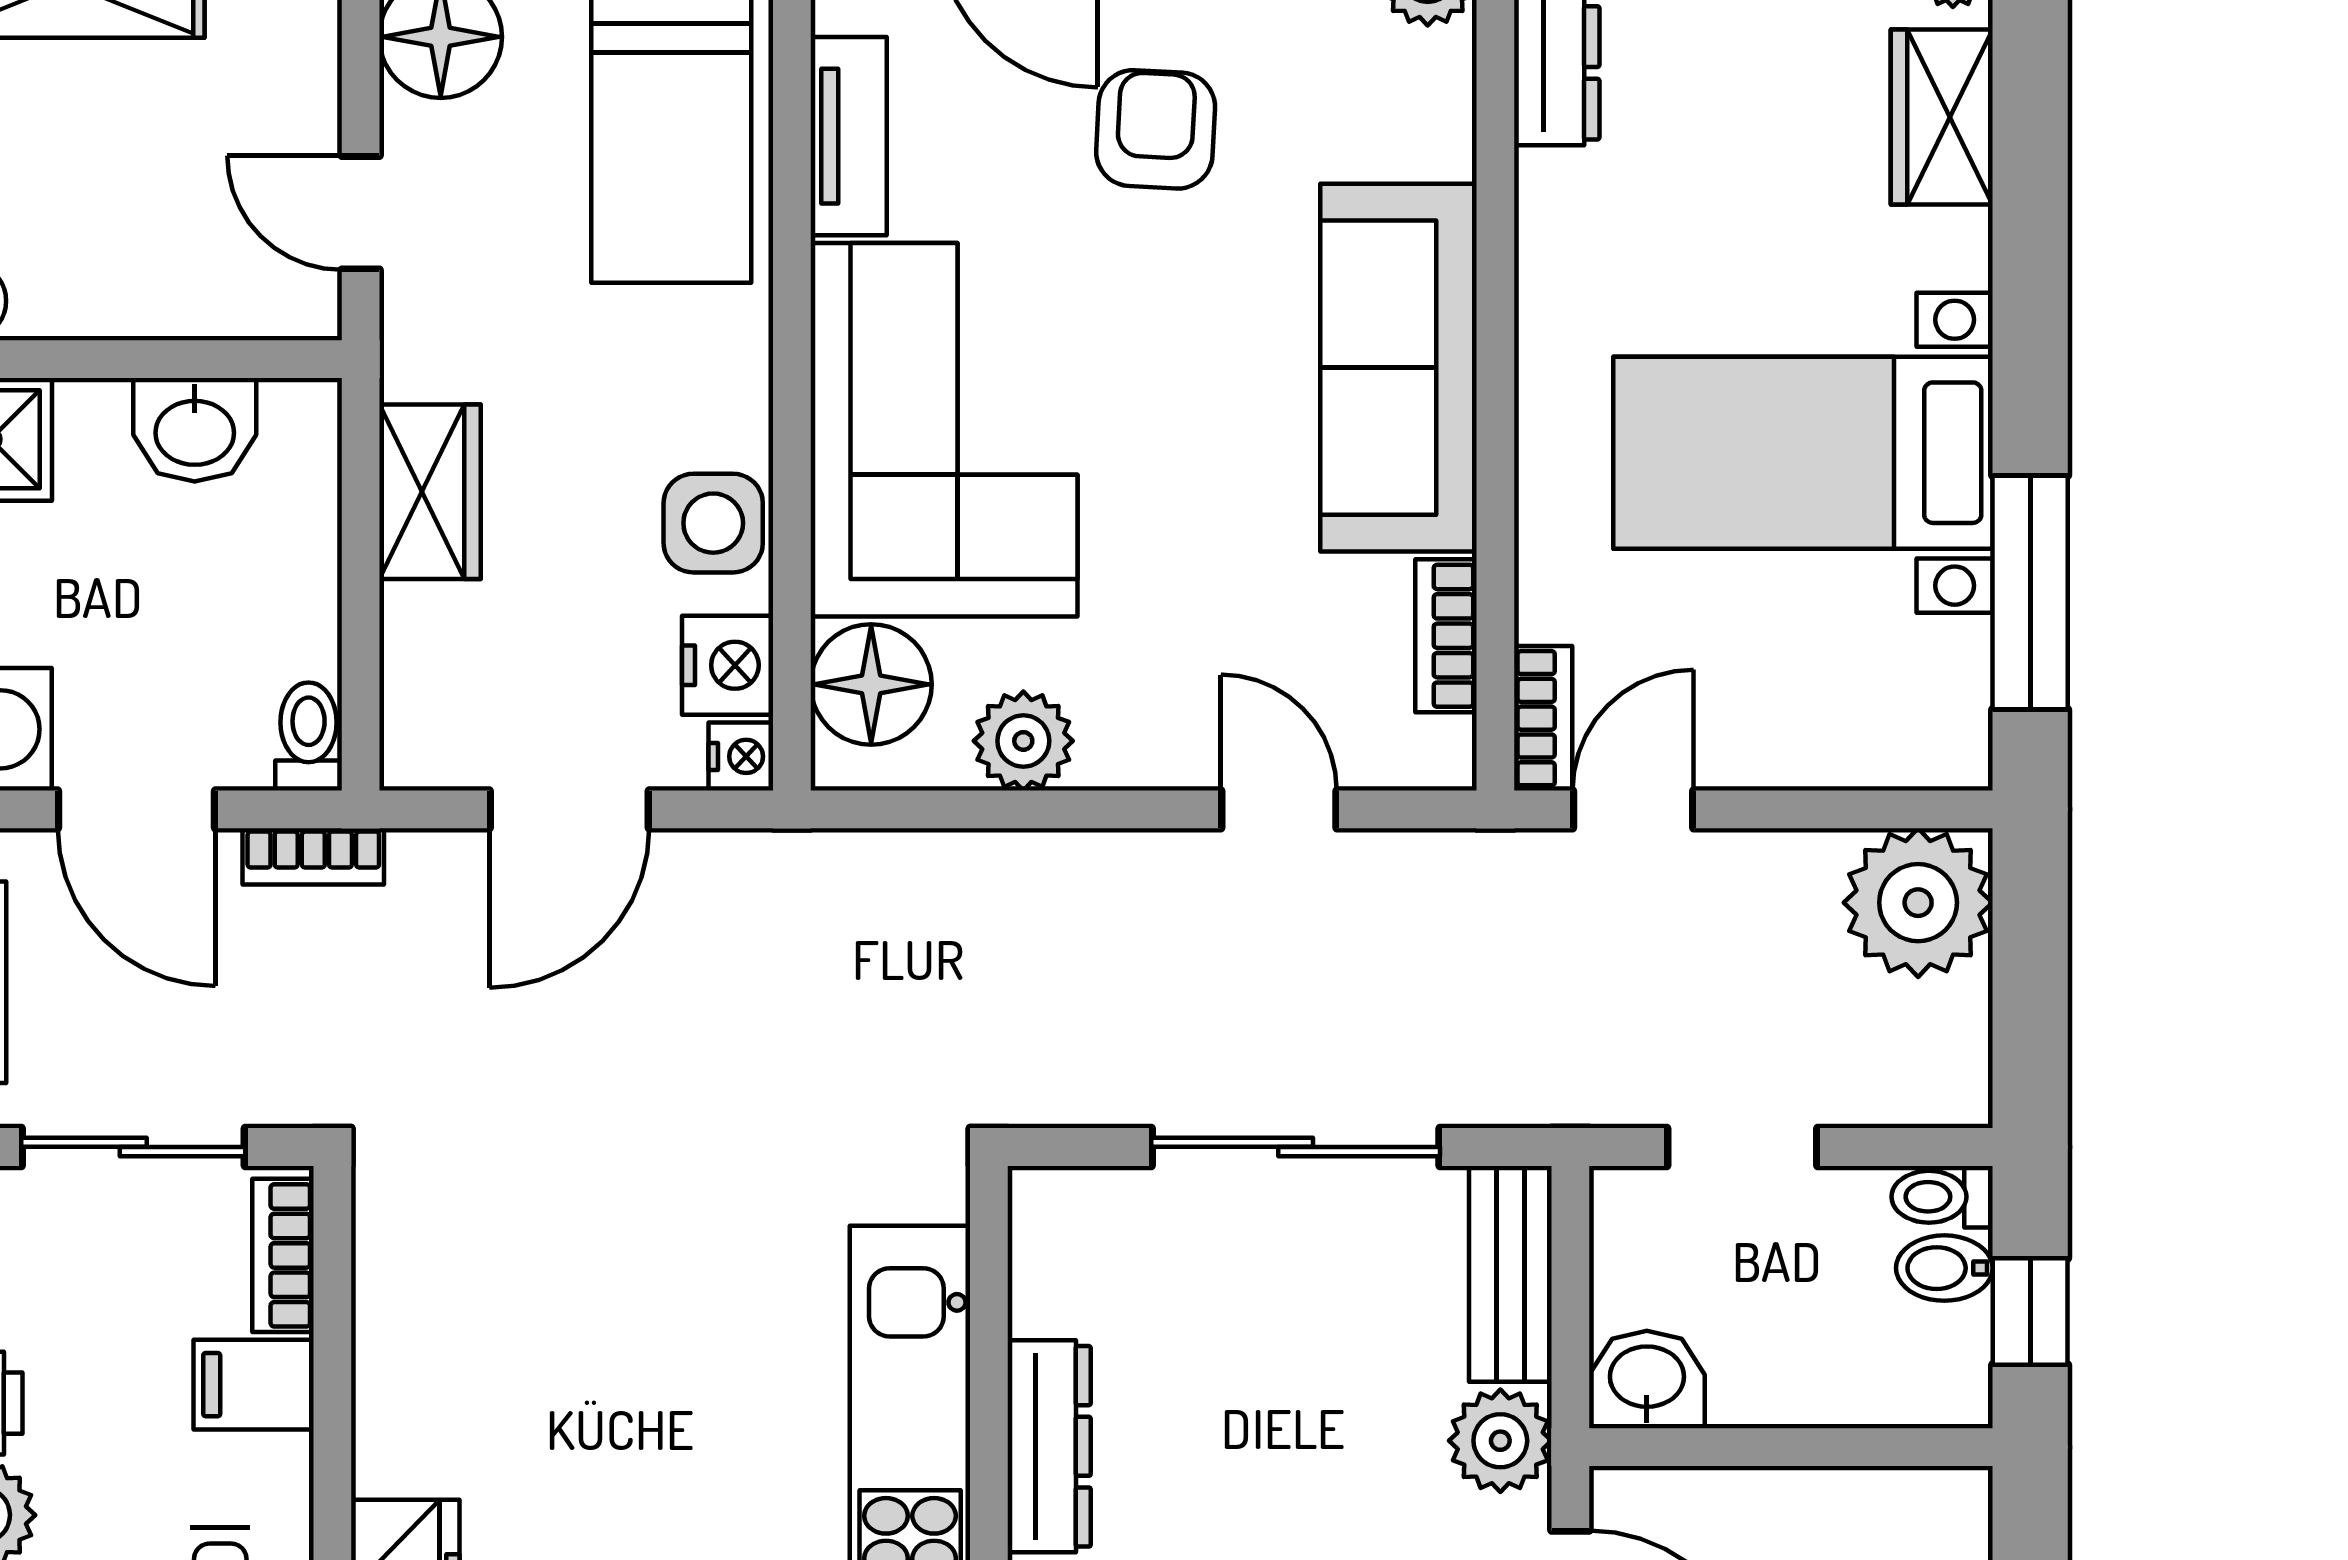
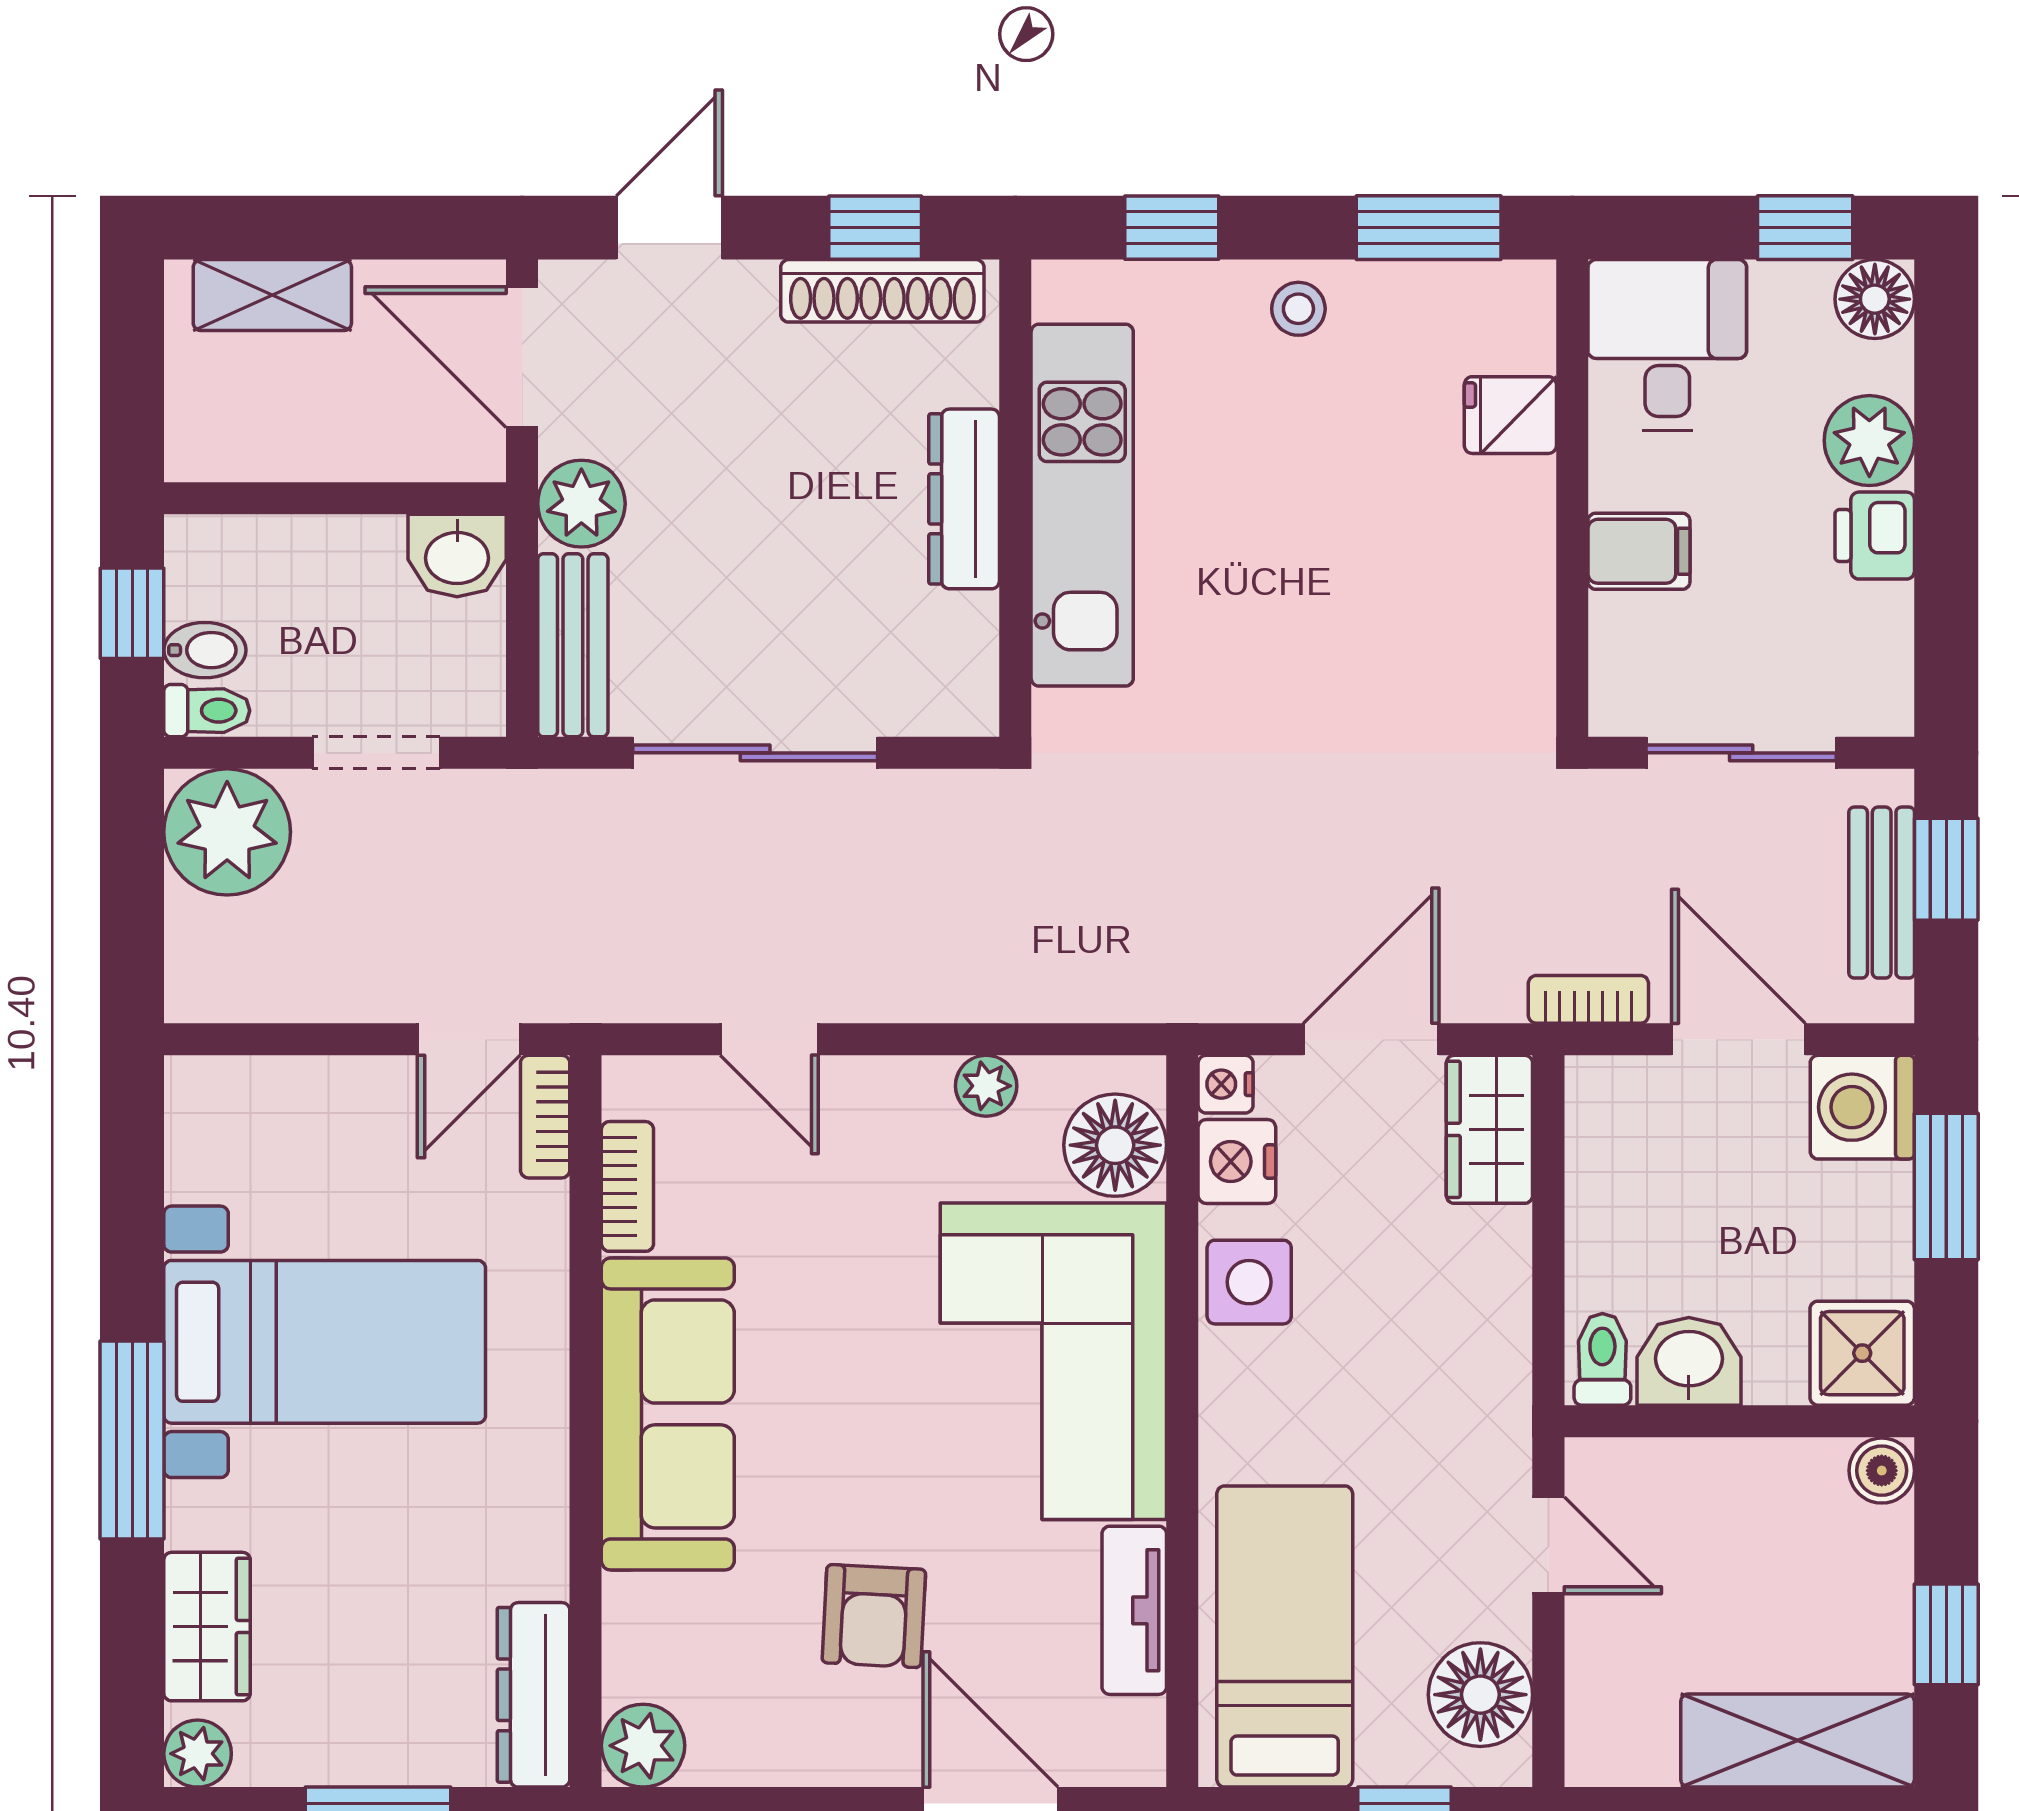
wardrobe: (430, 492) -> (1489, 1129), moved
window: (2030, 593) -> (132, 1440), moved
toilet: (309, 736) -> (1602, 1359), moved, turned 180
plant: (1023, 741) -> (986, 1086), width x0.73, depth x0.73
plant: (1918, 903) -> (227, 832), moved
bookcase: (283, 1255) -> (1614, 661), removed

